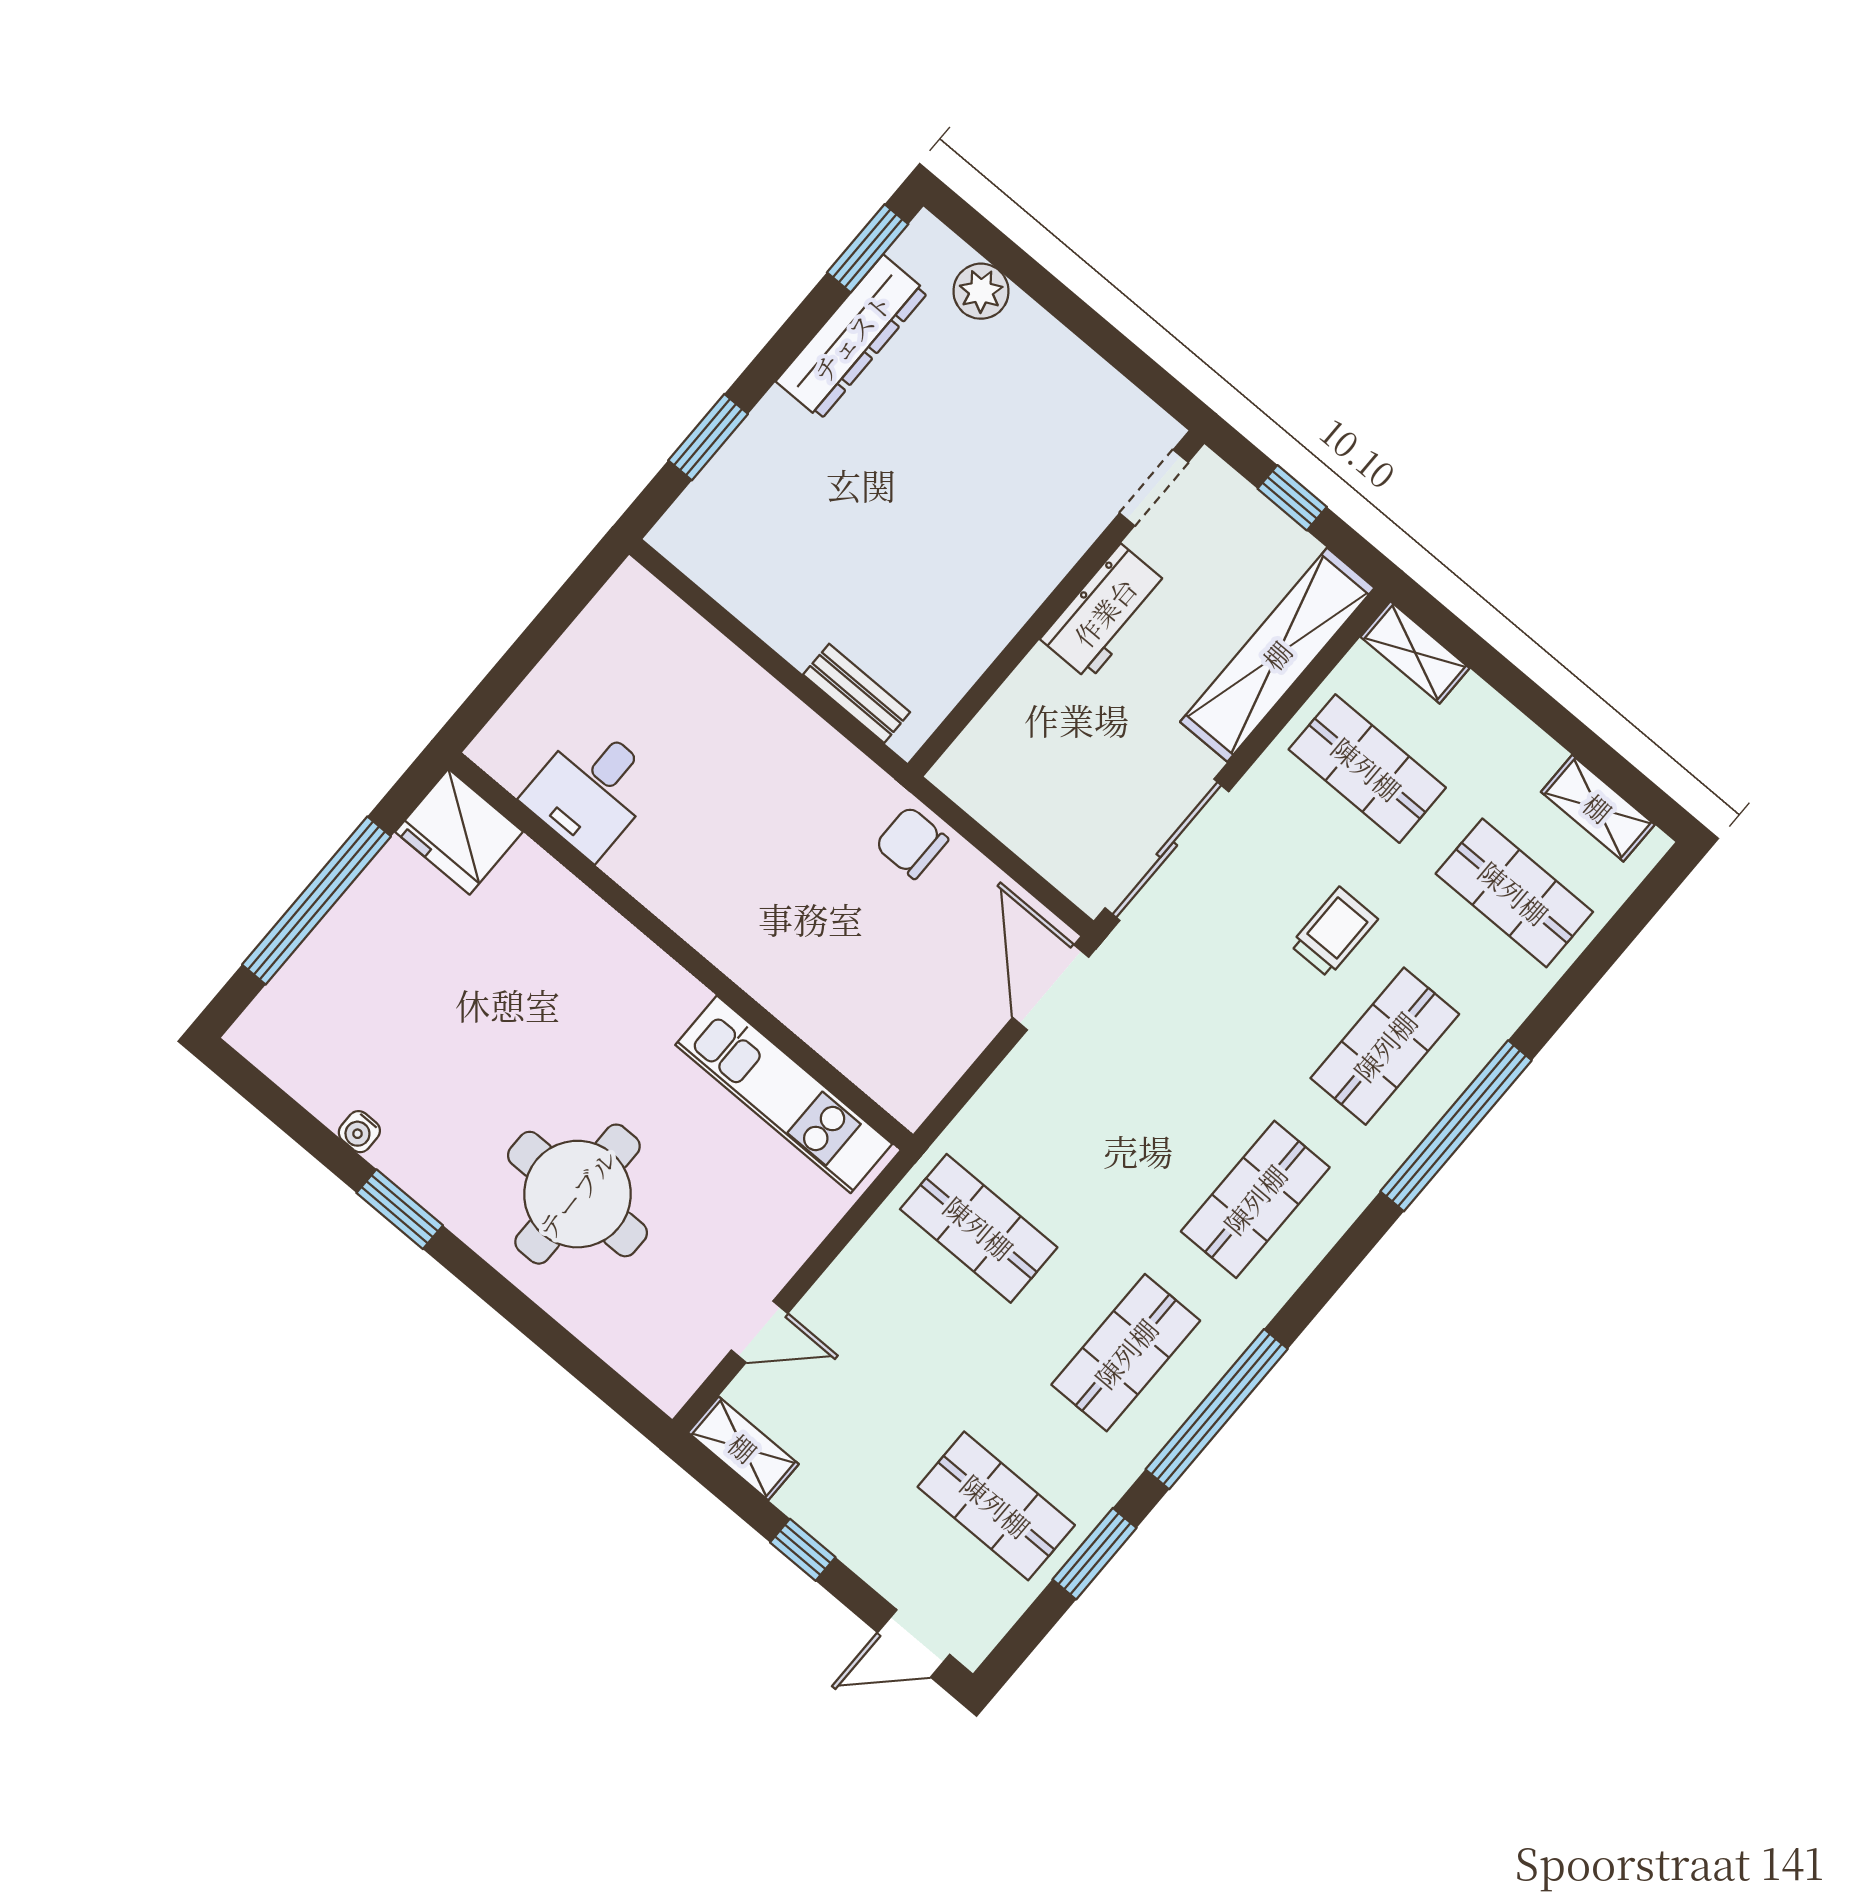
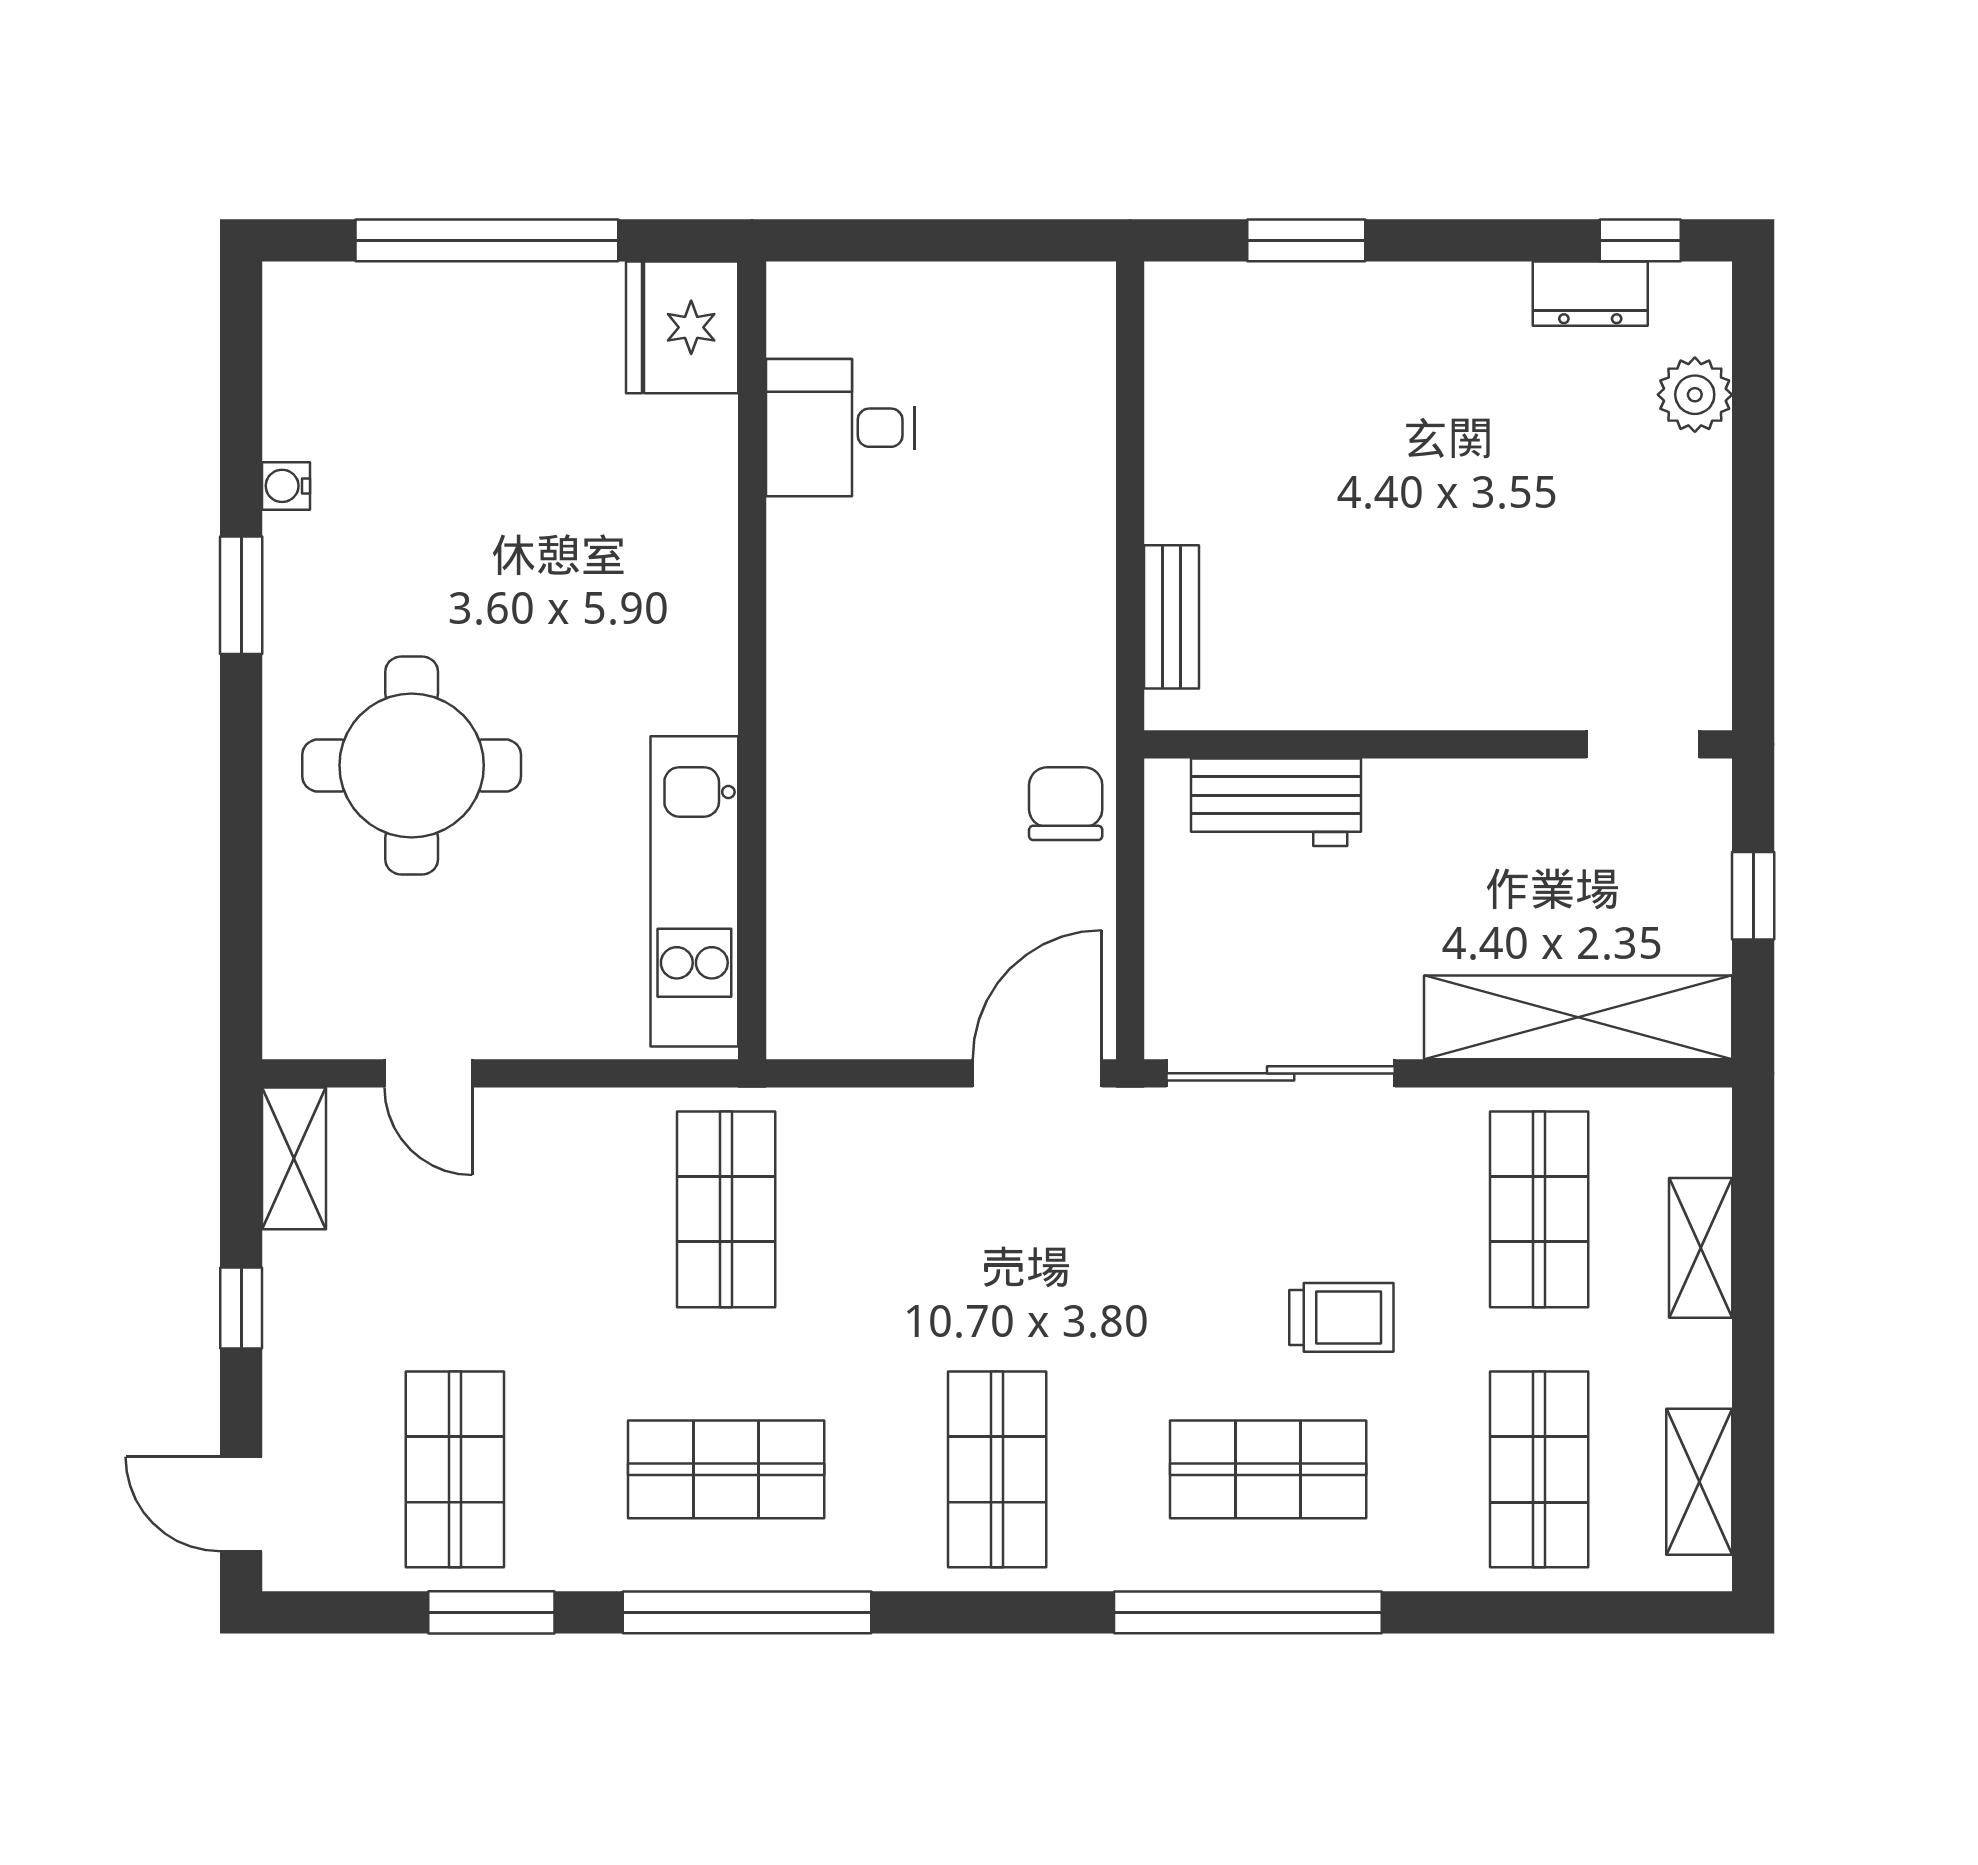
window: (868, 248) -> (1640, 240), width x0.67
dresser: (852, 337) -> (1590, 294), width x0.51, depth x0.80
workbench: (1105, 612) -> (1276, 802), moved
shelving: (1415, 652) -> (1701, 1248), moved
shop shelf: (1255, 1199) -> (997, 1469), turned 90

